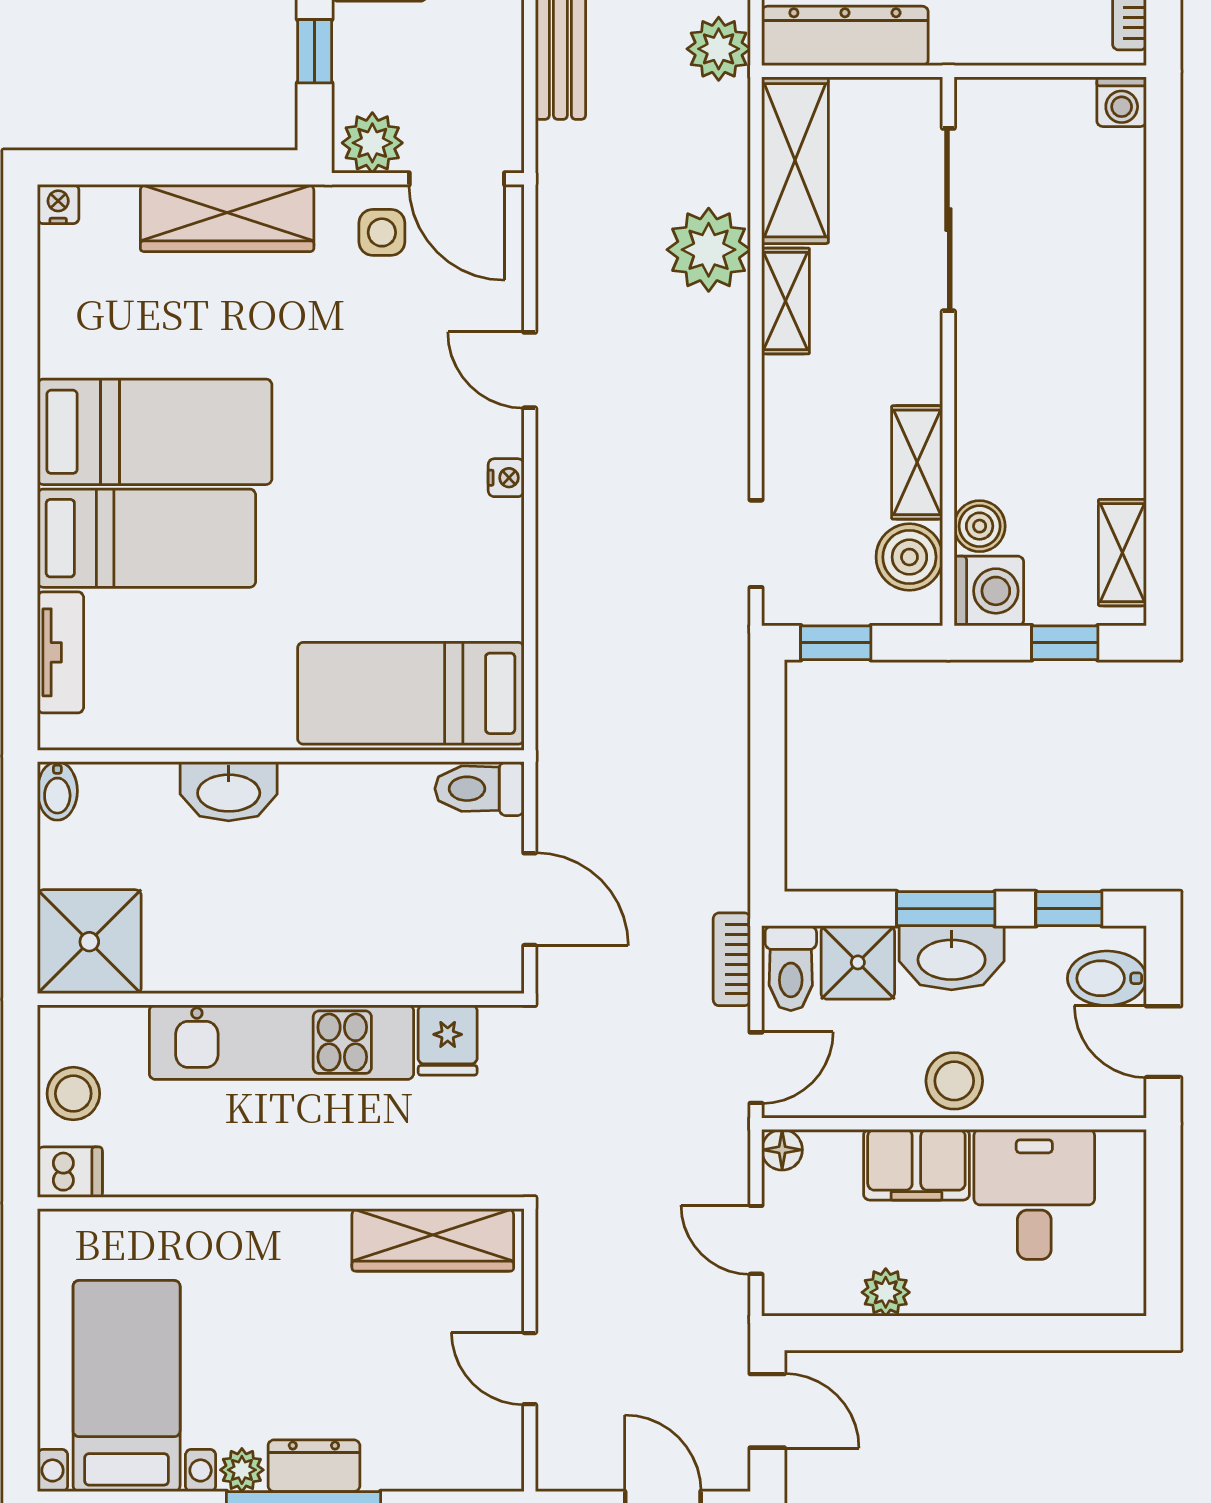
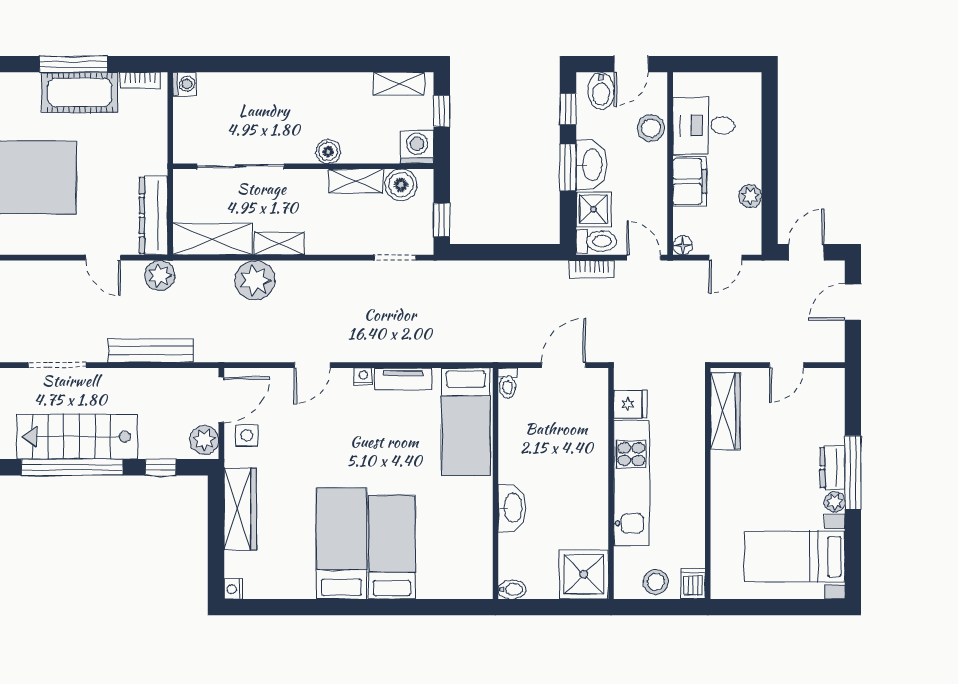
boiler: (980, 526) -> (328, 151), moved
tv unit: (60, 652) -> (403, 379), moved, turned 180
toilet: (479, 789) -> (508, 383), width x0.73, depth x0.72
stool: (954, 1081) -> (651, 128), moved

